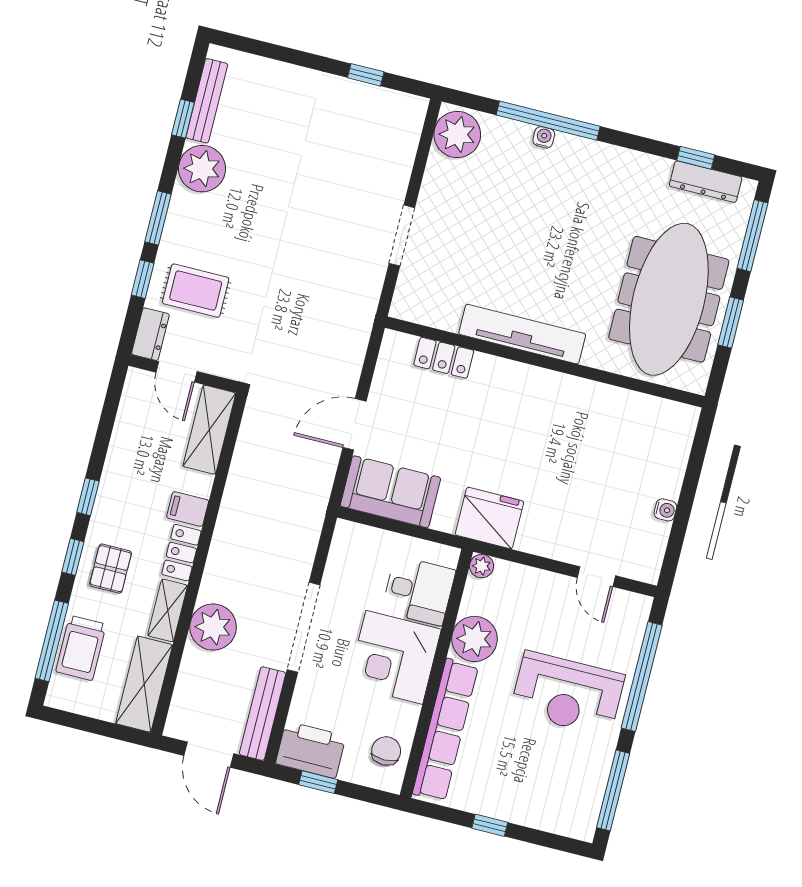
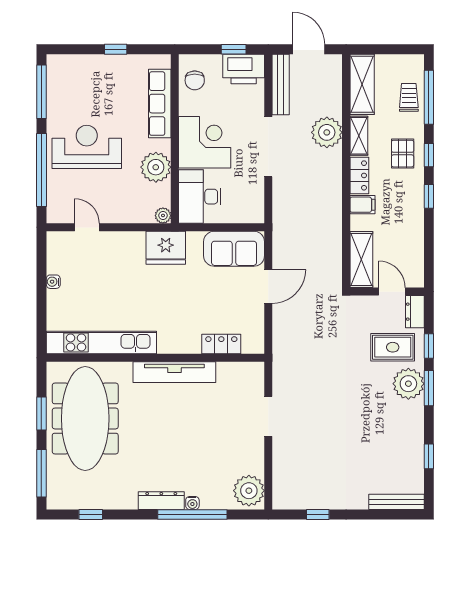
bench: (207, 101) -> (396, 502), moved, turned 90
plant: (202, 169) -> (408, 384), moved
dresser: (706, 182) -> (161, 501), moved
kitchen unit: (618, 404) -> (101, 342), added
desk: (419, 591) -> (200, 197), width x1.37
trolley: (81, 648) -> (409, 97), width x0.73, depth x0.72
row of seats: (445, 730) -> (160, 104), width x0.73

